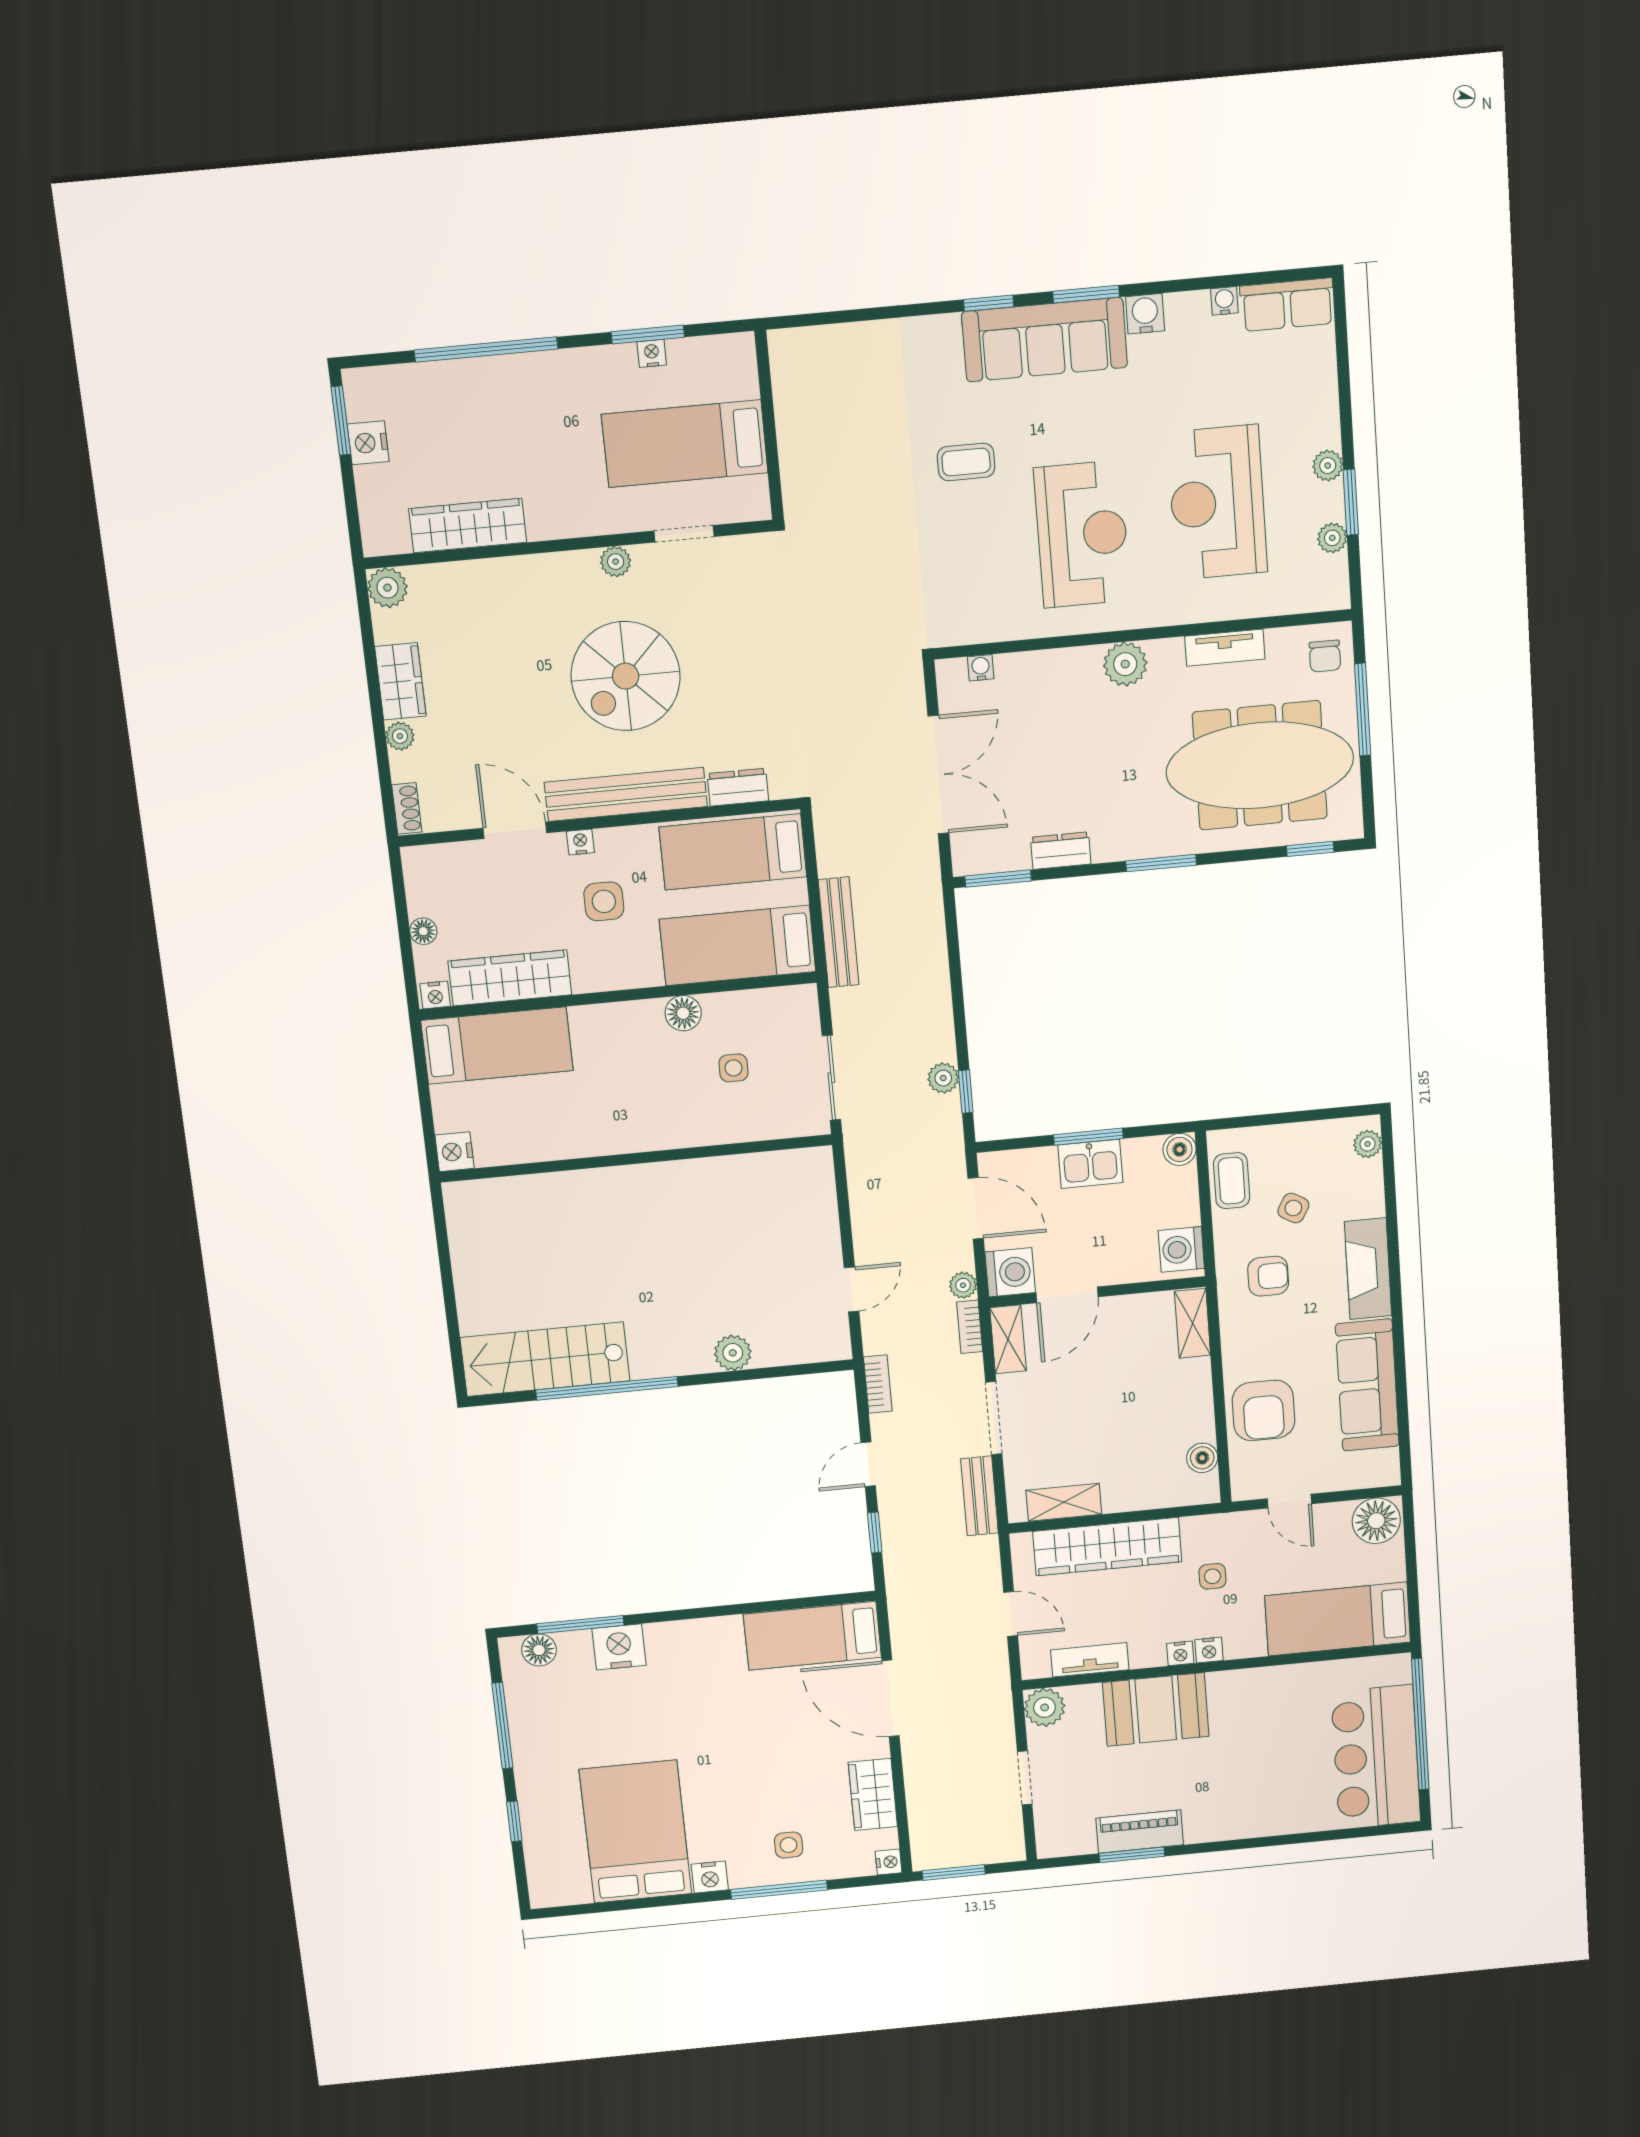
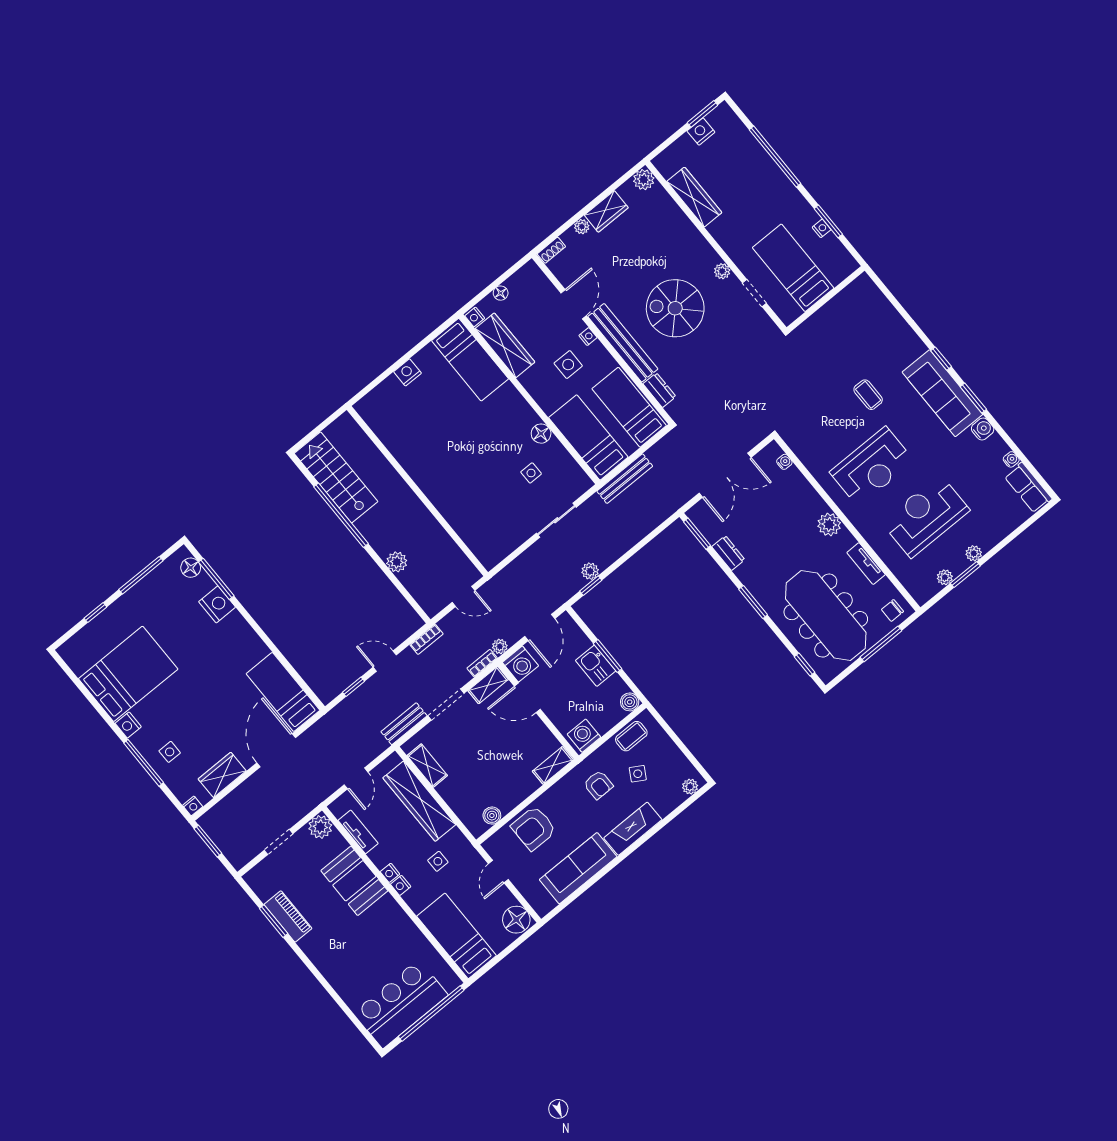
wall: (636, 1158) -> (417, 491), moved

